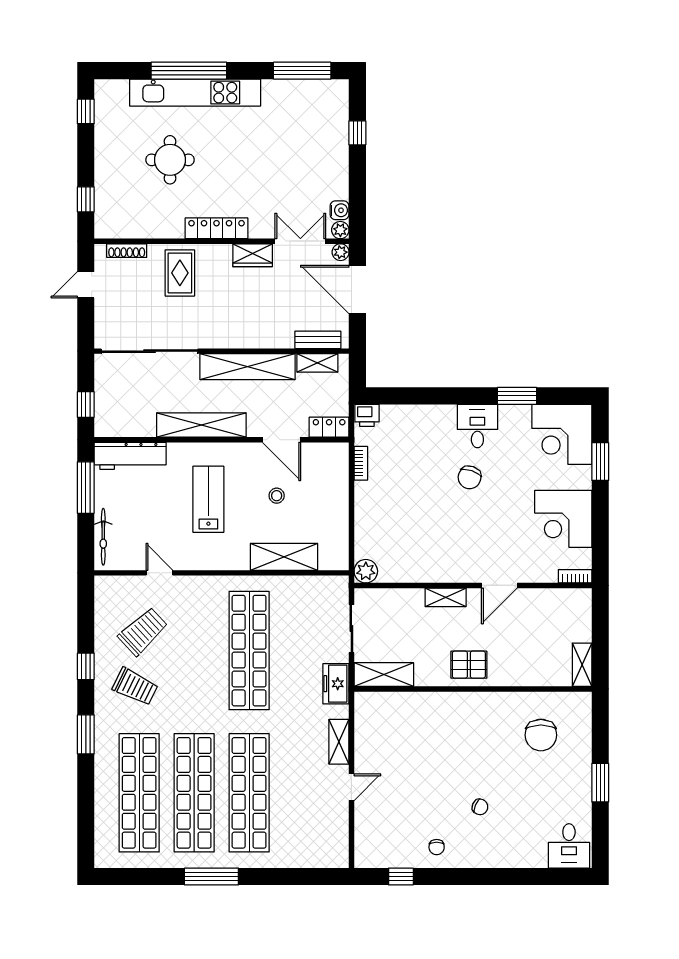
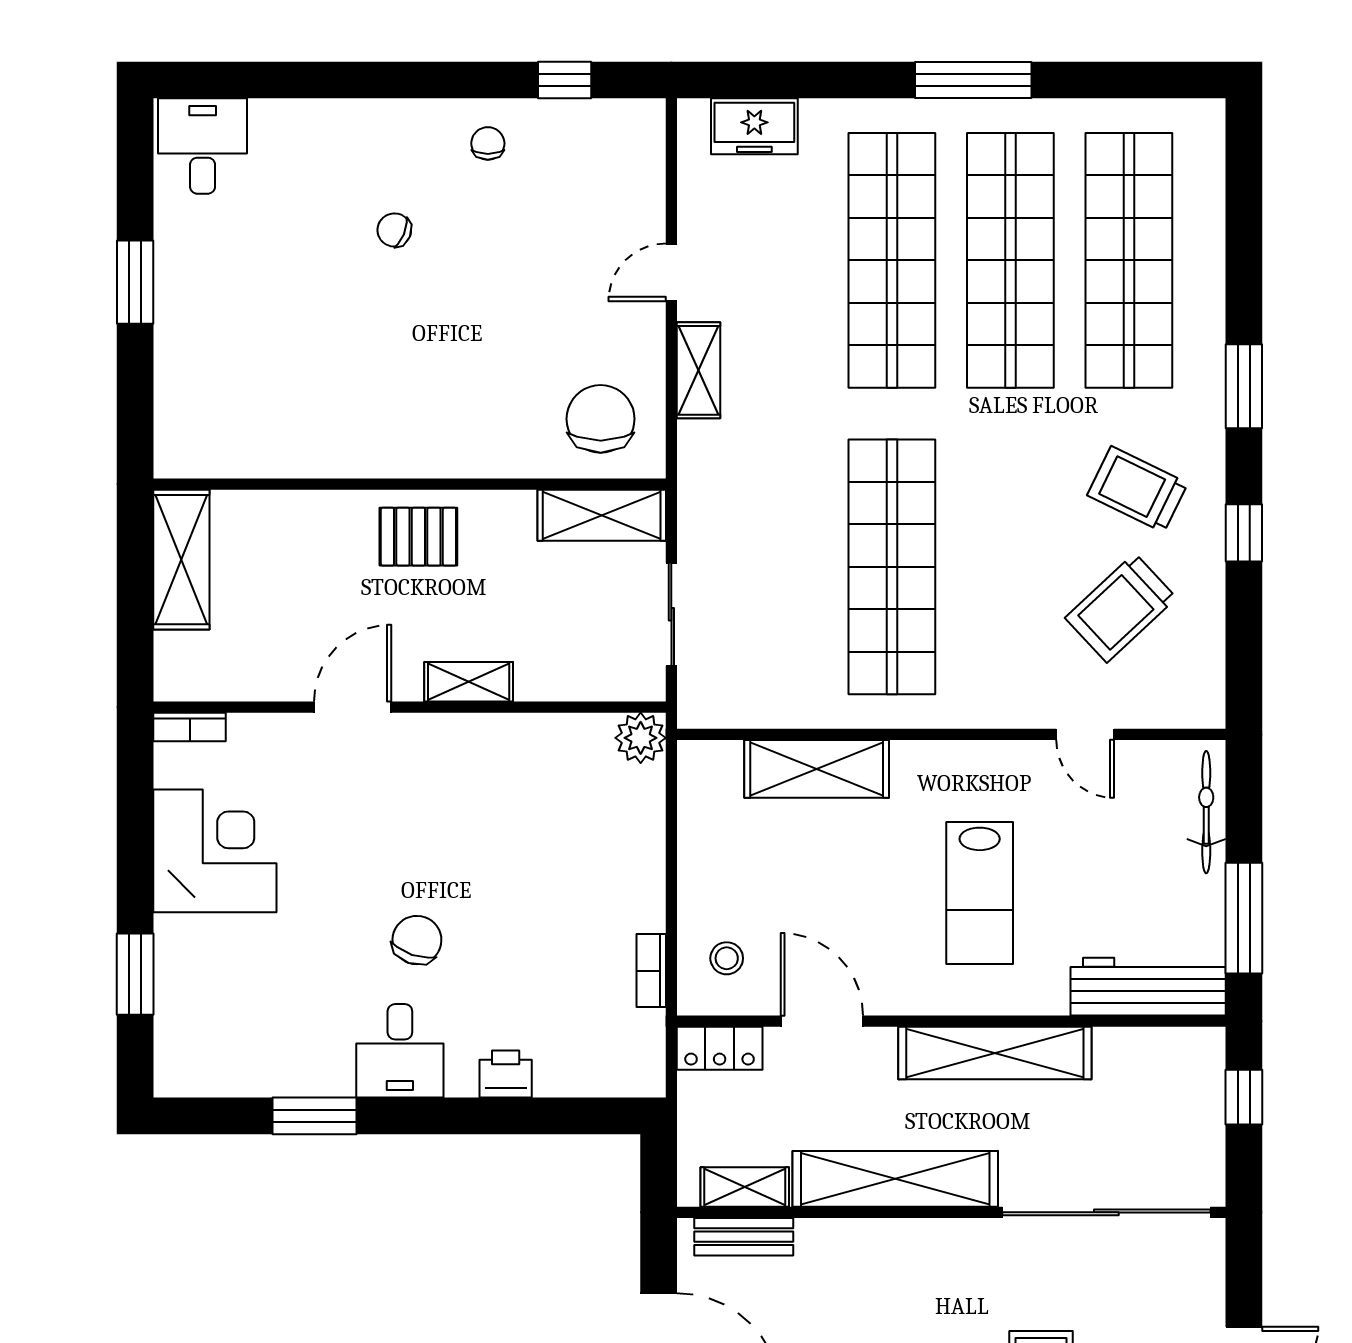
printer: (367, 415) -> (506, 1074), moved
corner desk: (562, 434) -> (218, 1033), removed
stool: (277, 496) -> (727, 958), moved
shelving: (582, 665) -> (181, 560), width x1.50, depth x1.33
freezer: (336, 684) -> (754, 126), moved, turned 90
chair: (541, 735) -> (601, 419), moved

